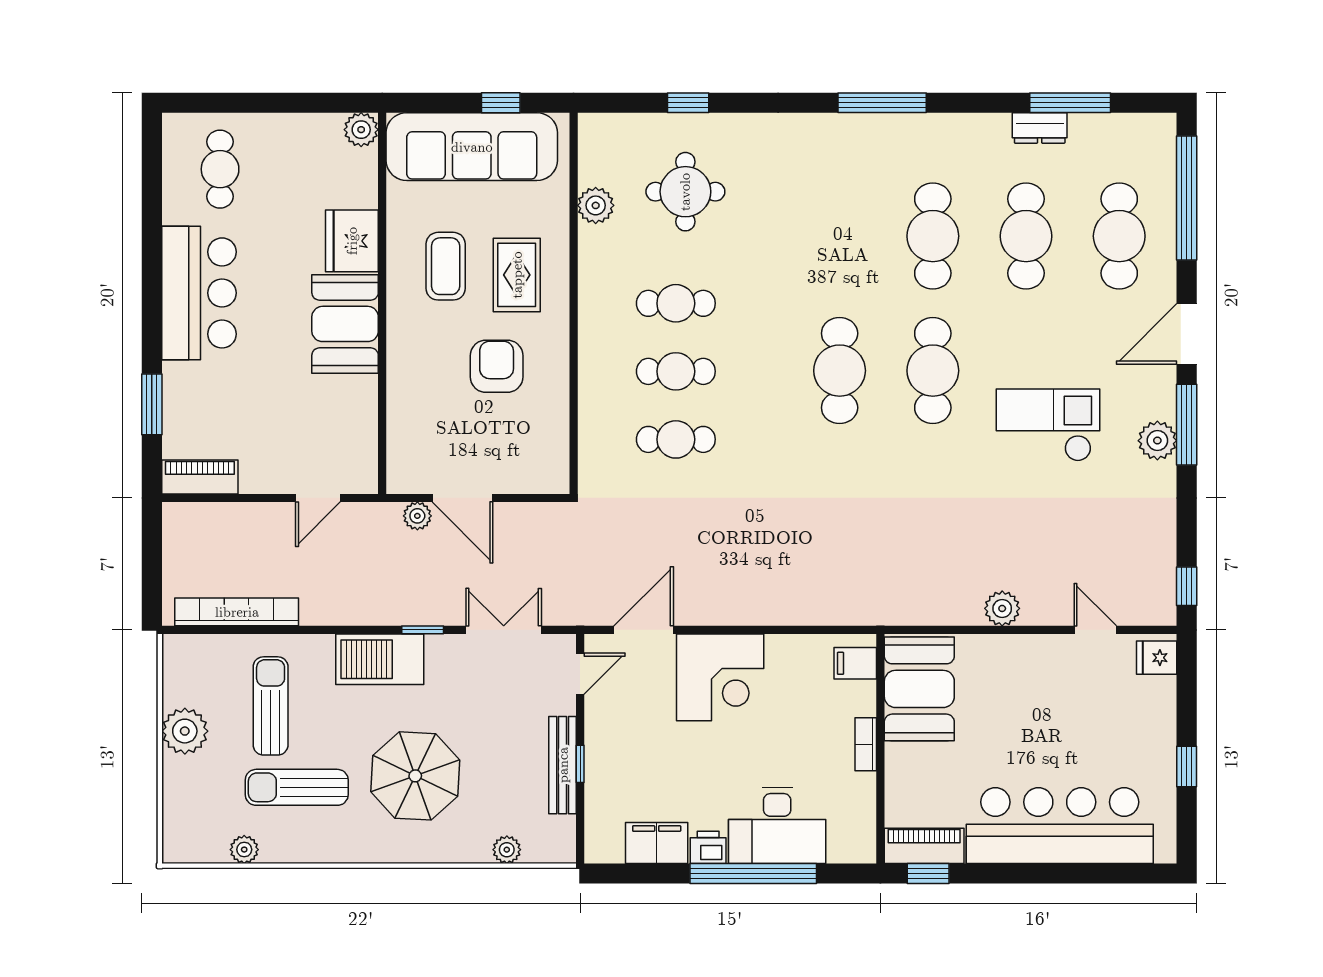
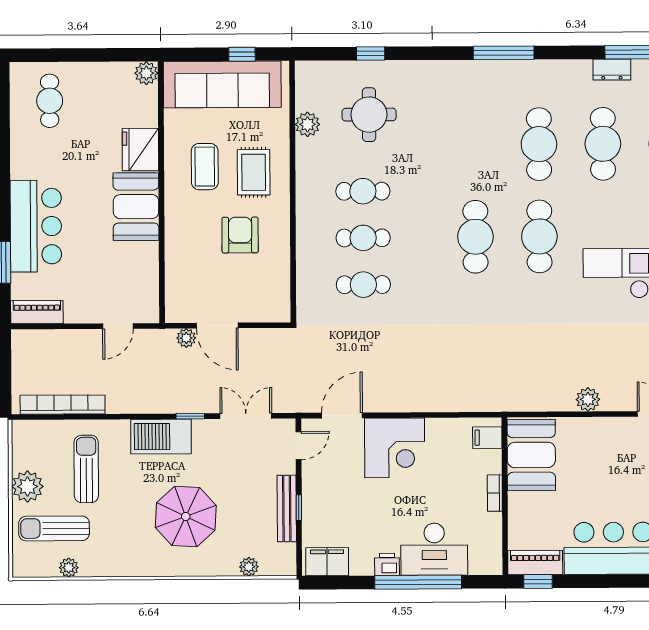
bar counter: (199, 293) -> (36, 226), moved
sun lounger: (297, 787) -> (54, 528), moved
filing cabinet: (657, 843) -> (327, 562), moved

